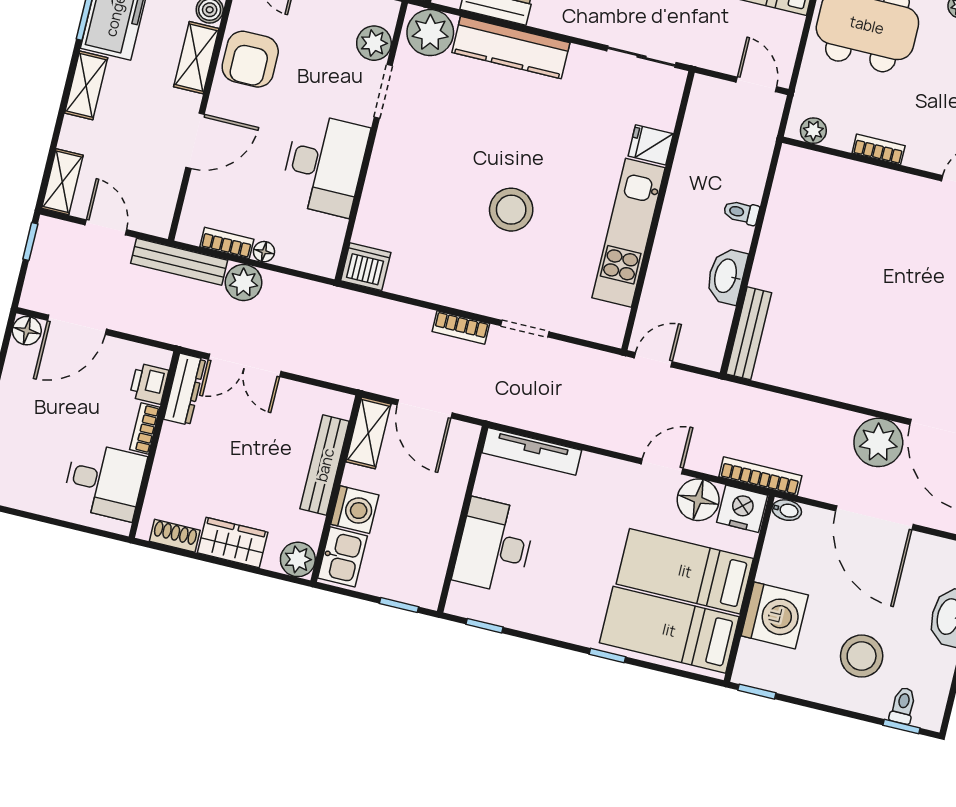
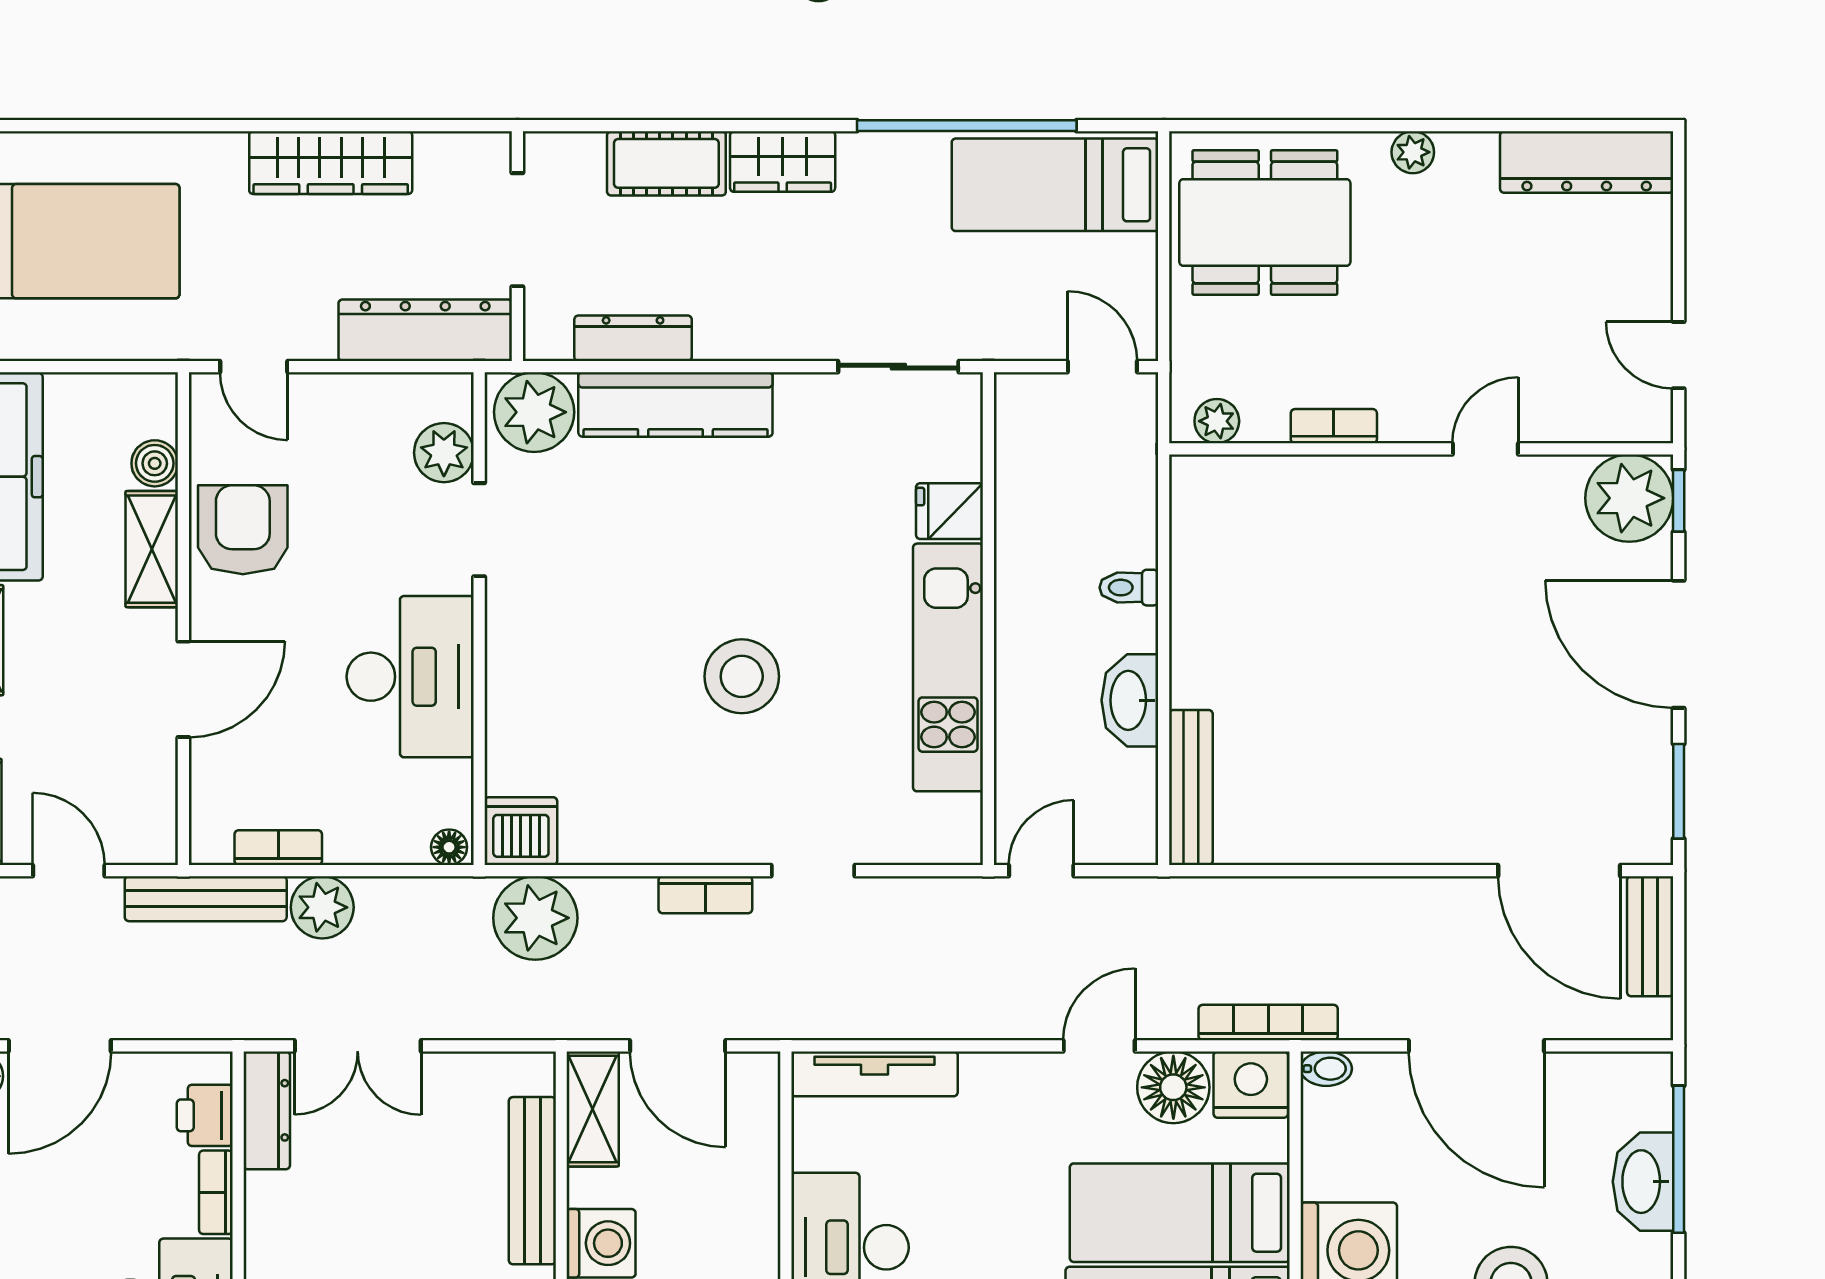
armchair: (250, 59) -> (243, 530), turned 180
floor lamp: (264, 252) -> (449, 847), moved
plant: (878, 442) -> (535, 918), moved

